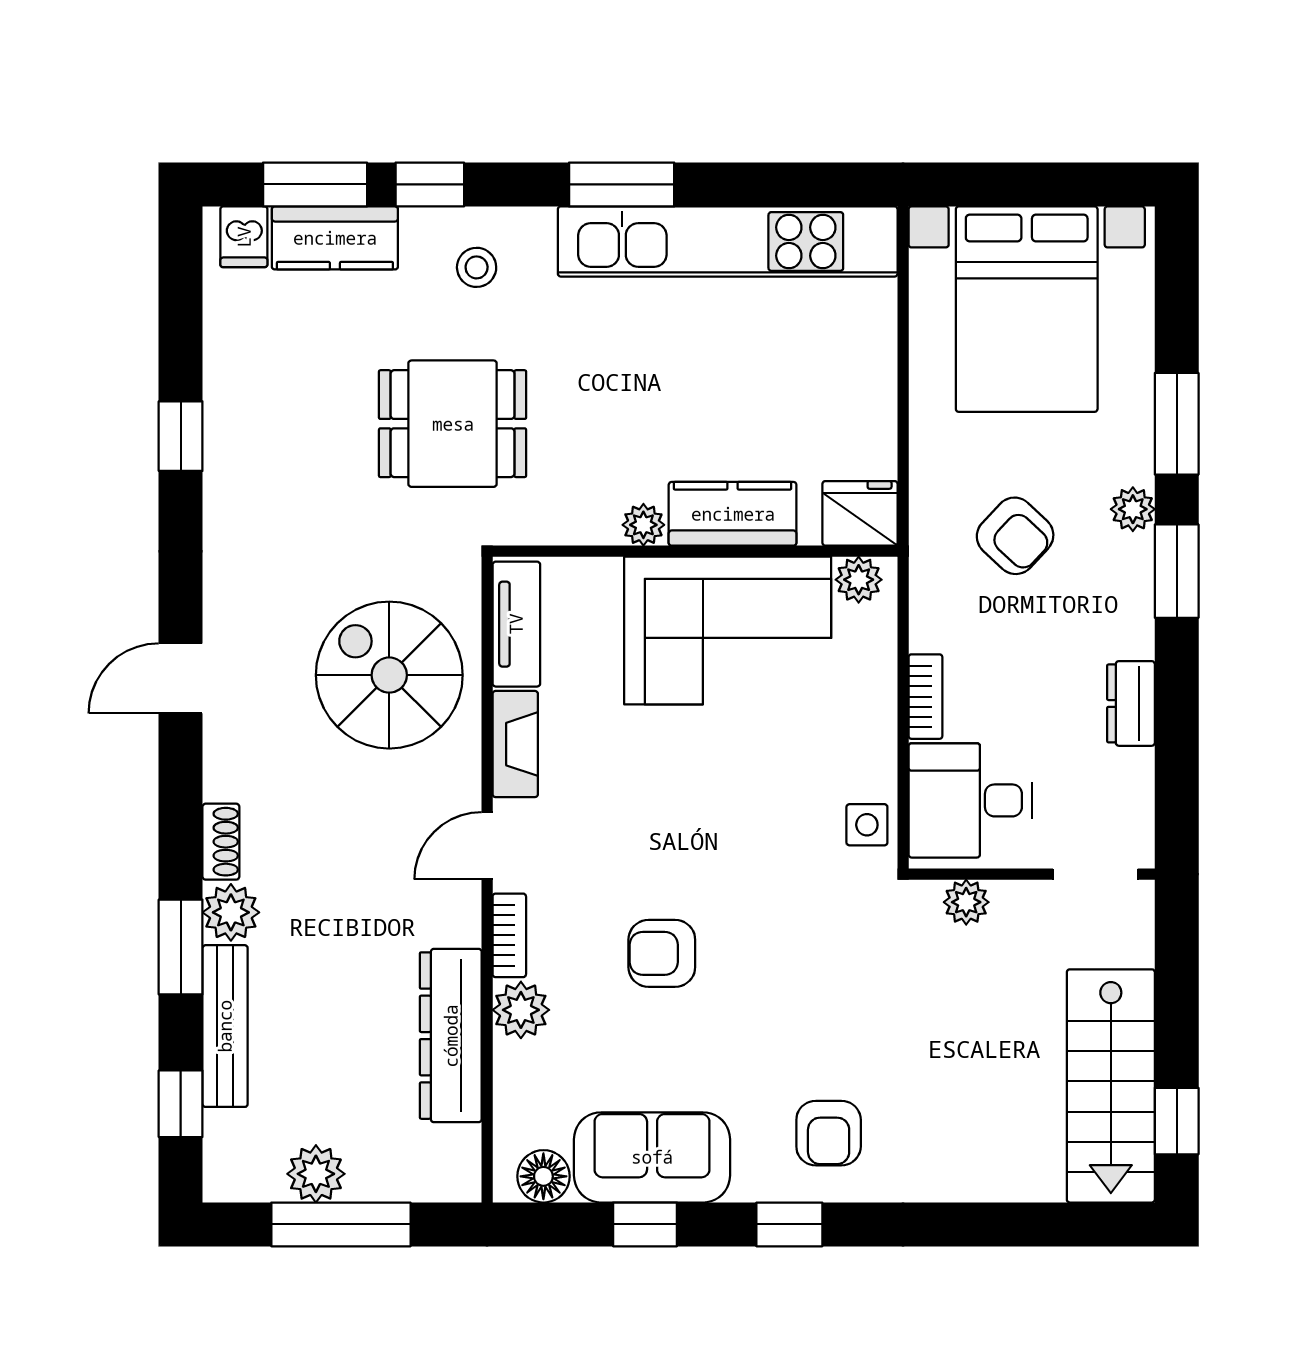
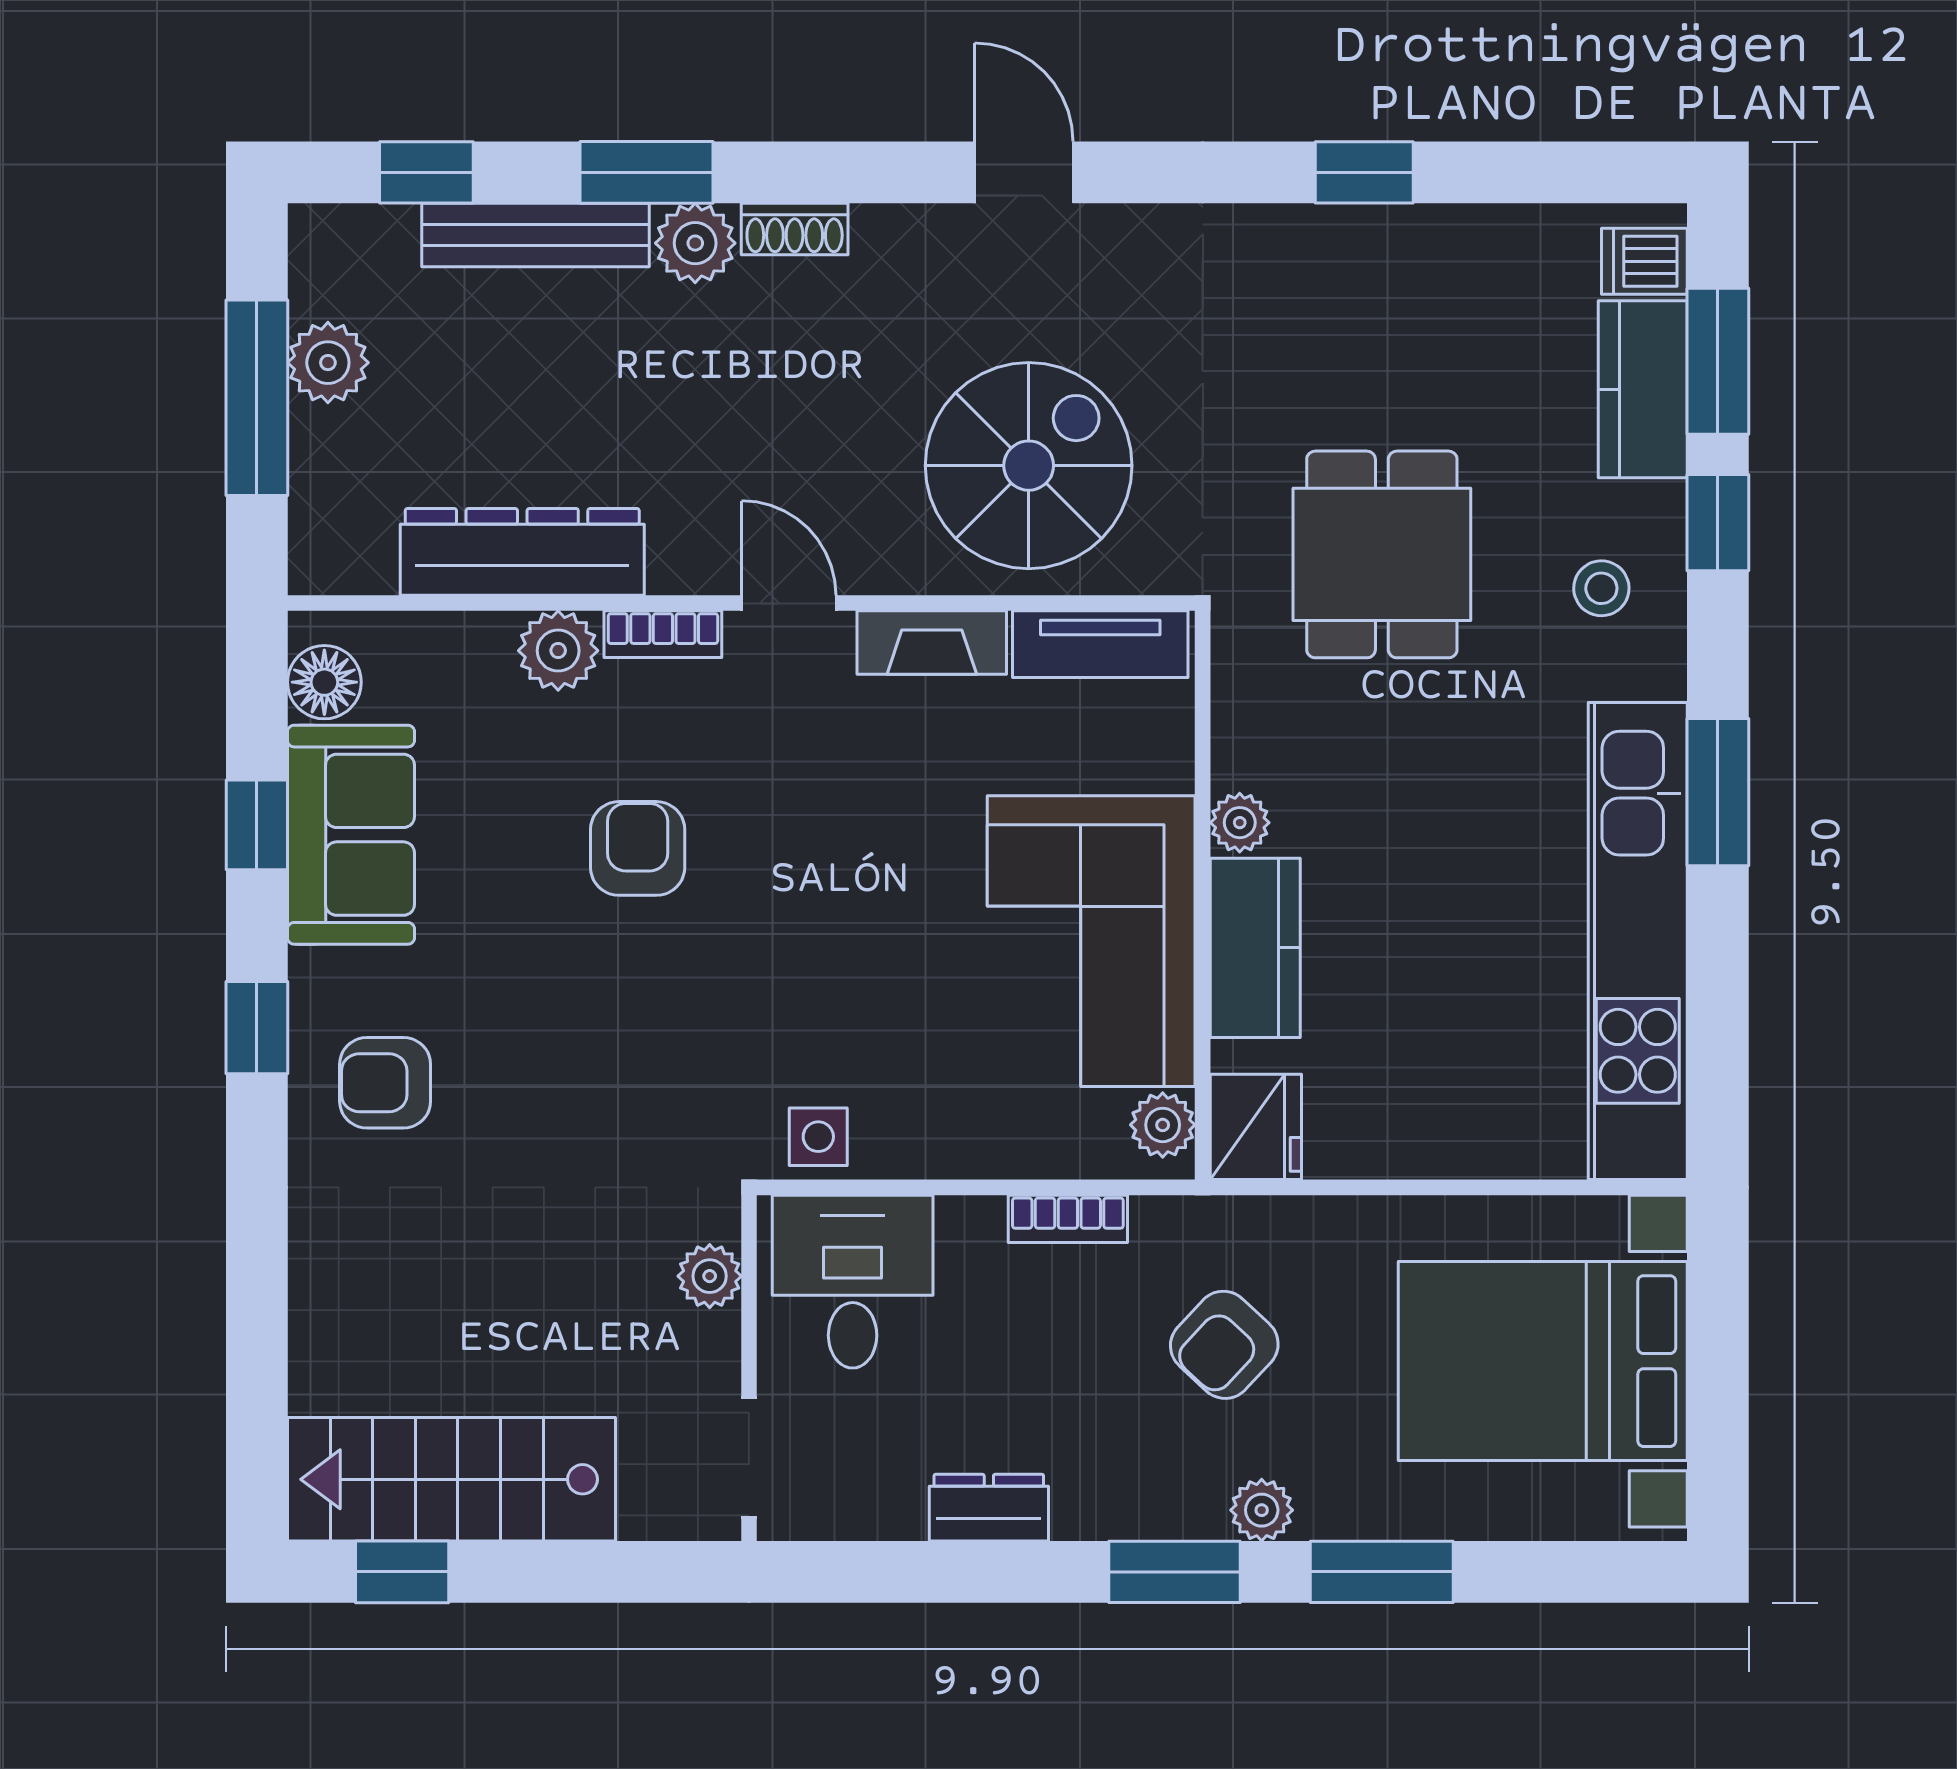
bookcase: (925, 697) -> (1068, 1219), moved

